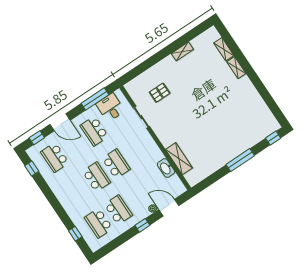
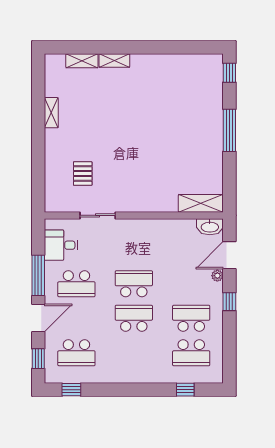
window: (95, 99) -> (38, 275), moved
shelving: (179, 159) -> (201, 203), moved
washbasin: (166, 168) -> (210, 227), moved

